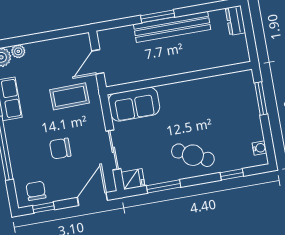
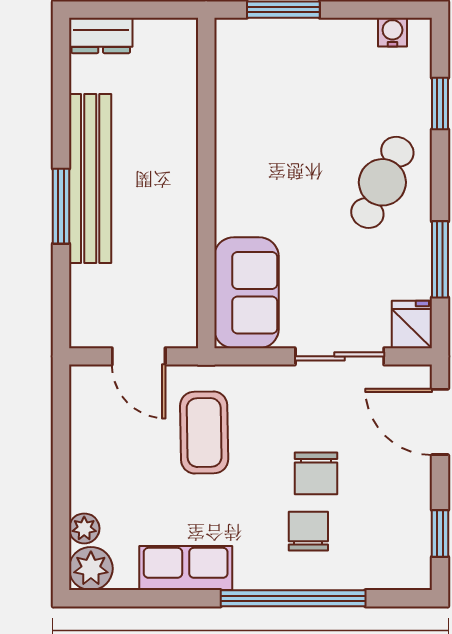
chair: (36, 191) -> (308, 531), moved, turned 90

